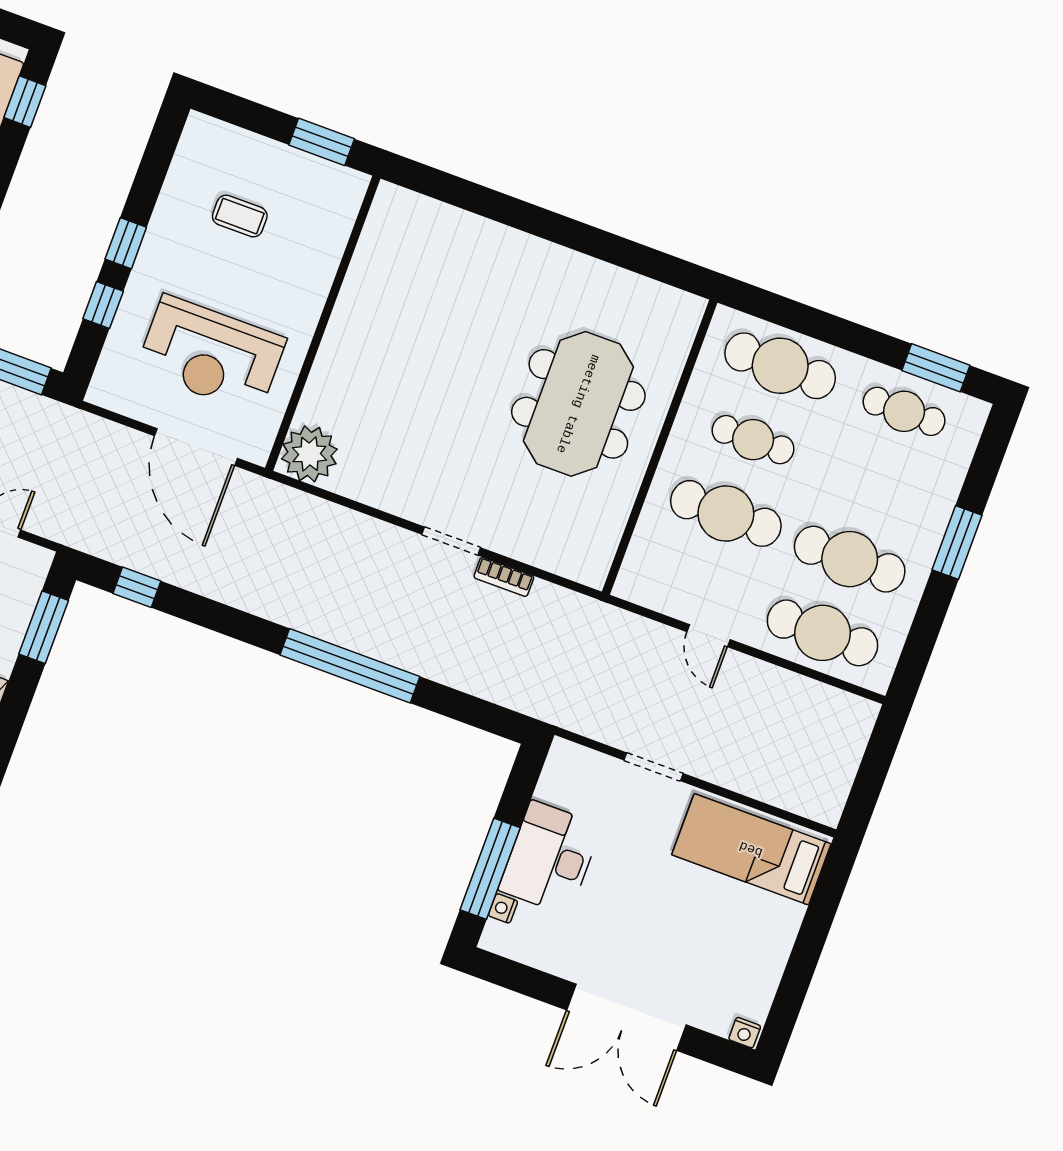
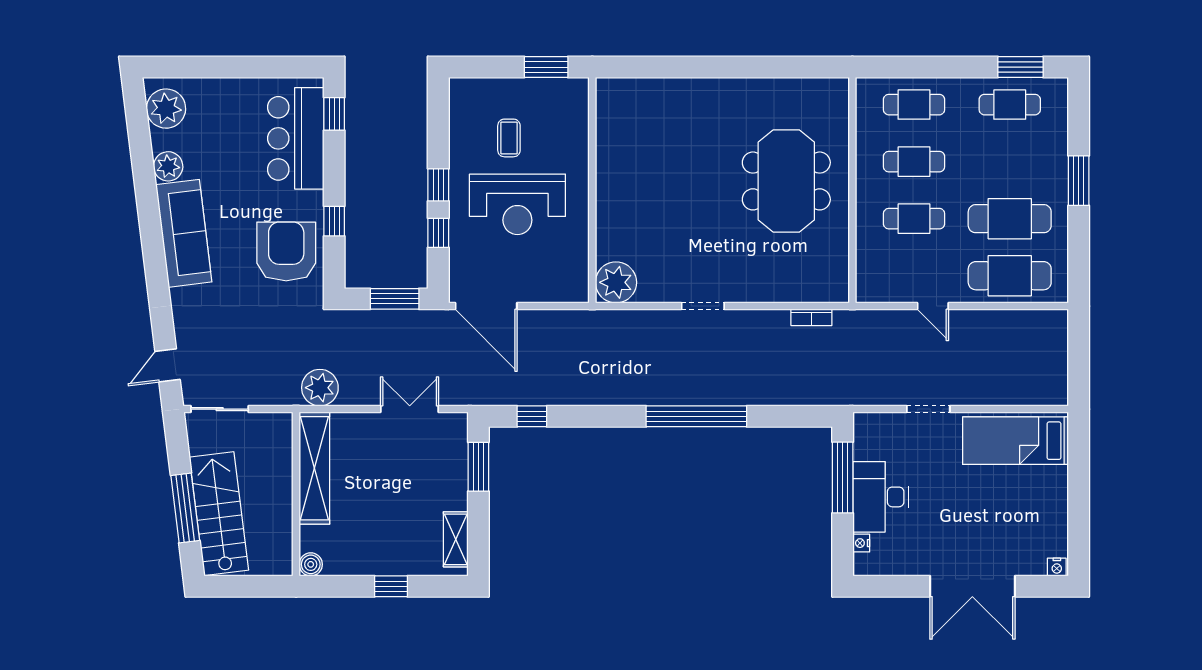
coffee table: (240, 216) -> (509, 138), turned 90
reception desk: (211, 354) -> (517, 204), moved
cafe table: (780, 366) -> (914, 105), width x0.73, depth x0.74
door: (196, 447) -> (486, 306), moved
cafe table: (726, 513) -> (914, 219), width x0.73, depth x0.74
doorway: (451, 541) -> (703, 306), moved
bookcase: (504, 577) -> (811, 317), moved
window: (490, 869) -> (843, 477), moved

